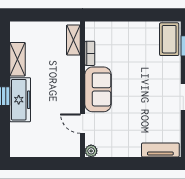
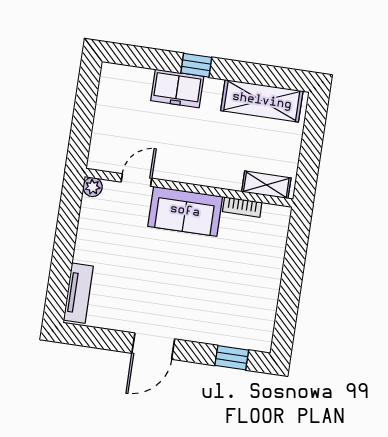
coffee table: (169, 39) -> (246, 332), removed
shelving: (17, 59) -> (262, 101), width x1.50, depth x1.33
freezer: (20, 100) -> (177, 89), width x0.71

